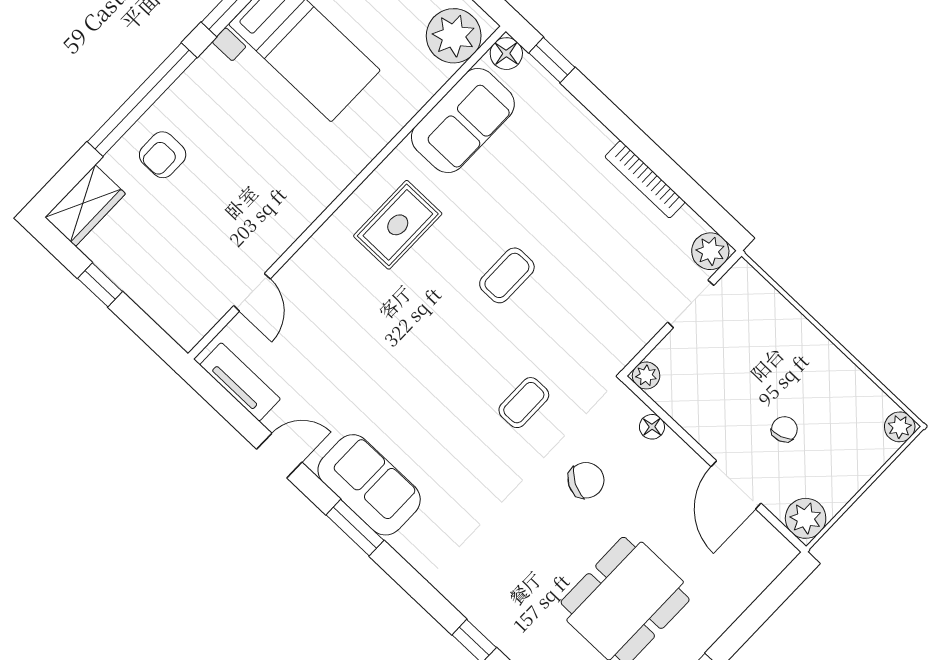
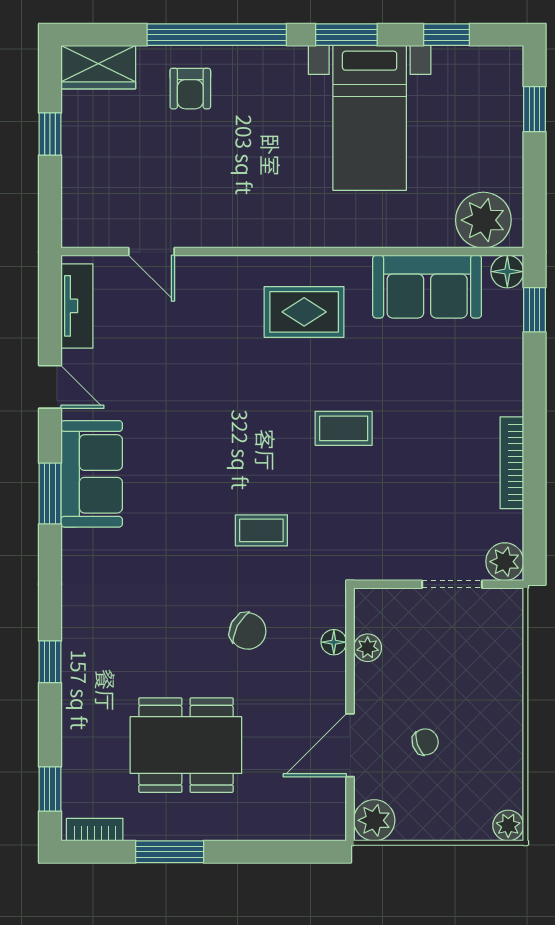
armchair: (163, 155) -> (190, 89), turned -90
door: (252, 292) -> (151, 252), hinge flipped
plant: (646, 375) -> (368, 648), moved

